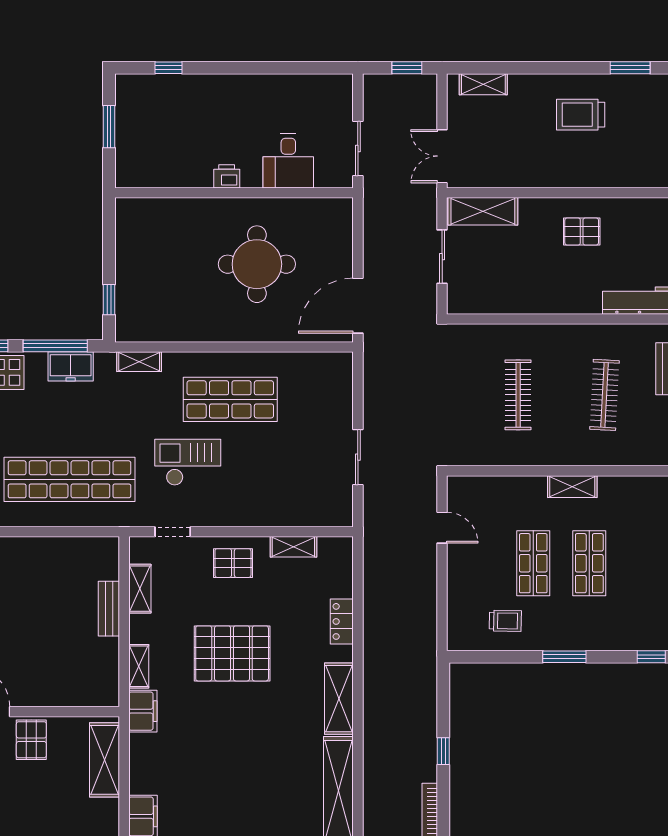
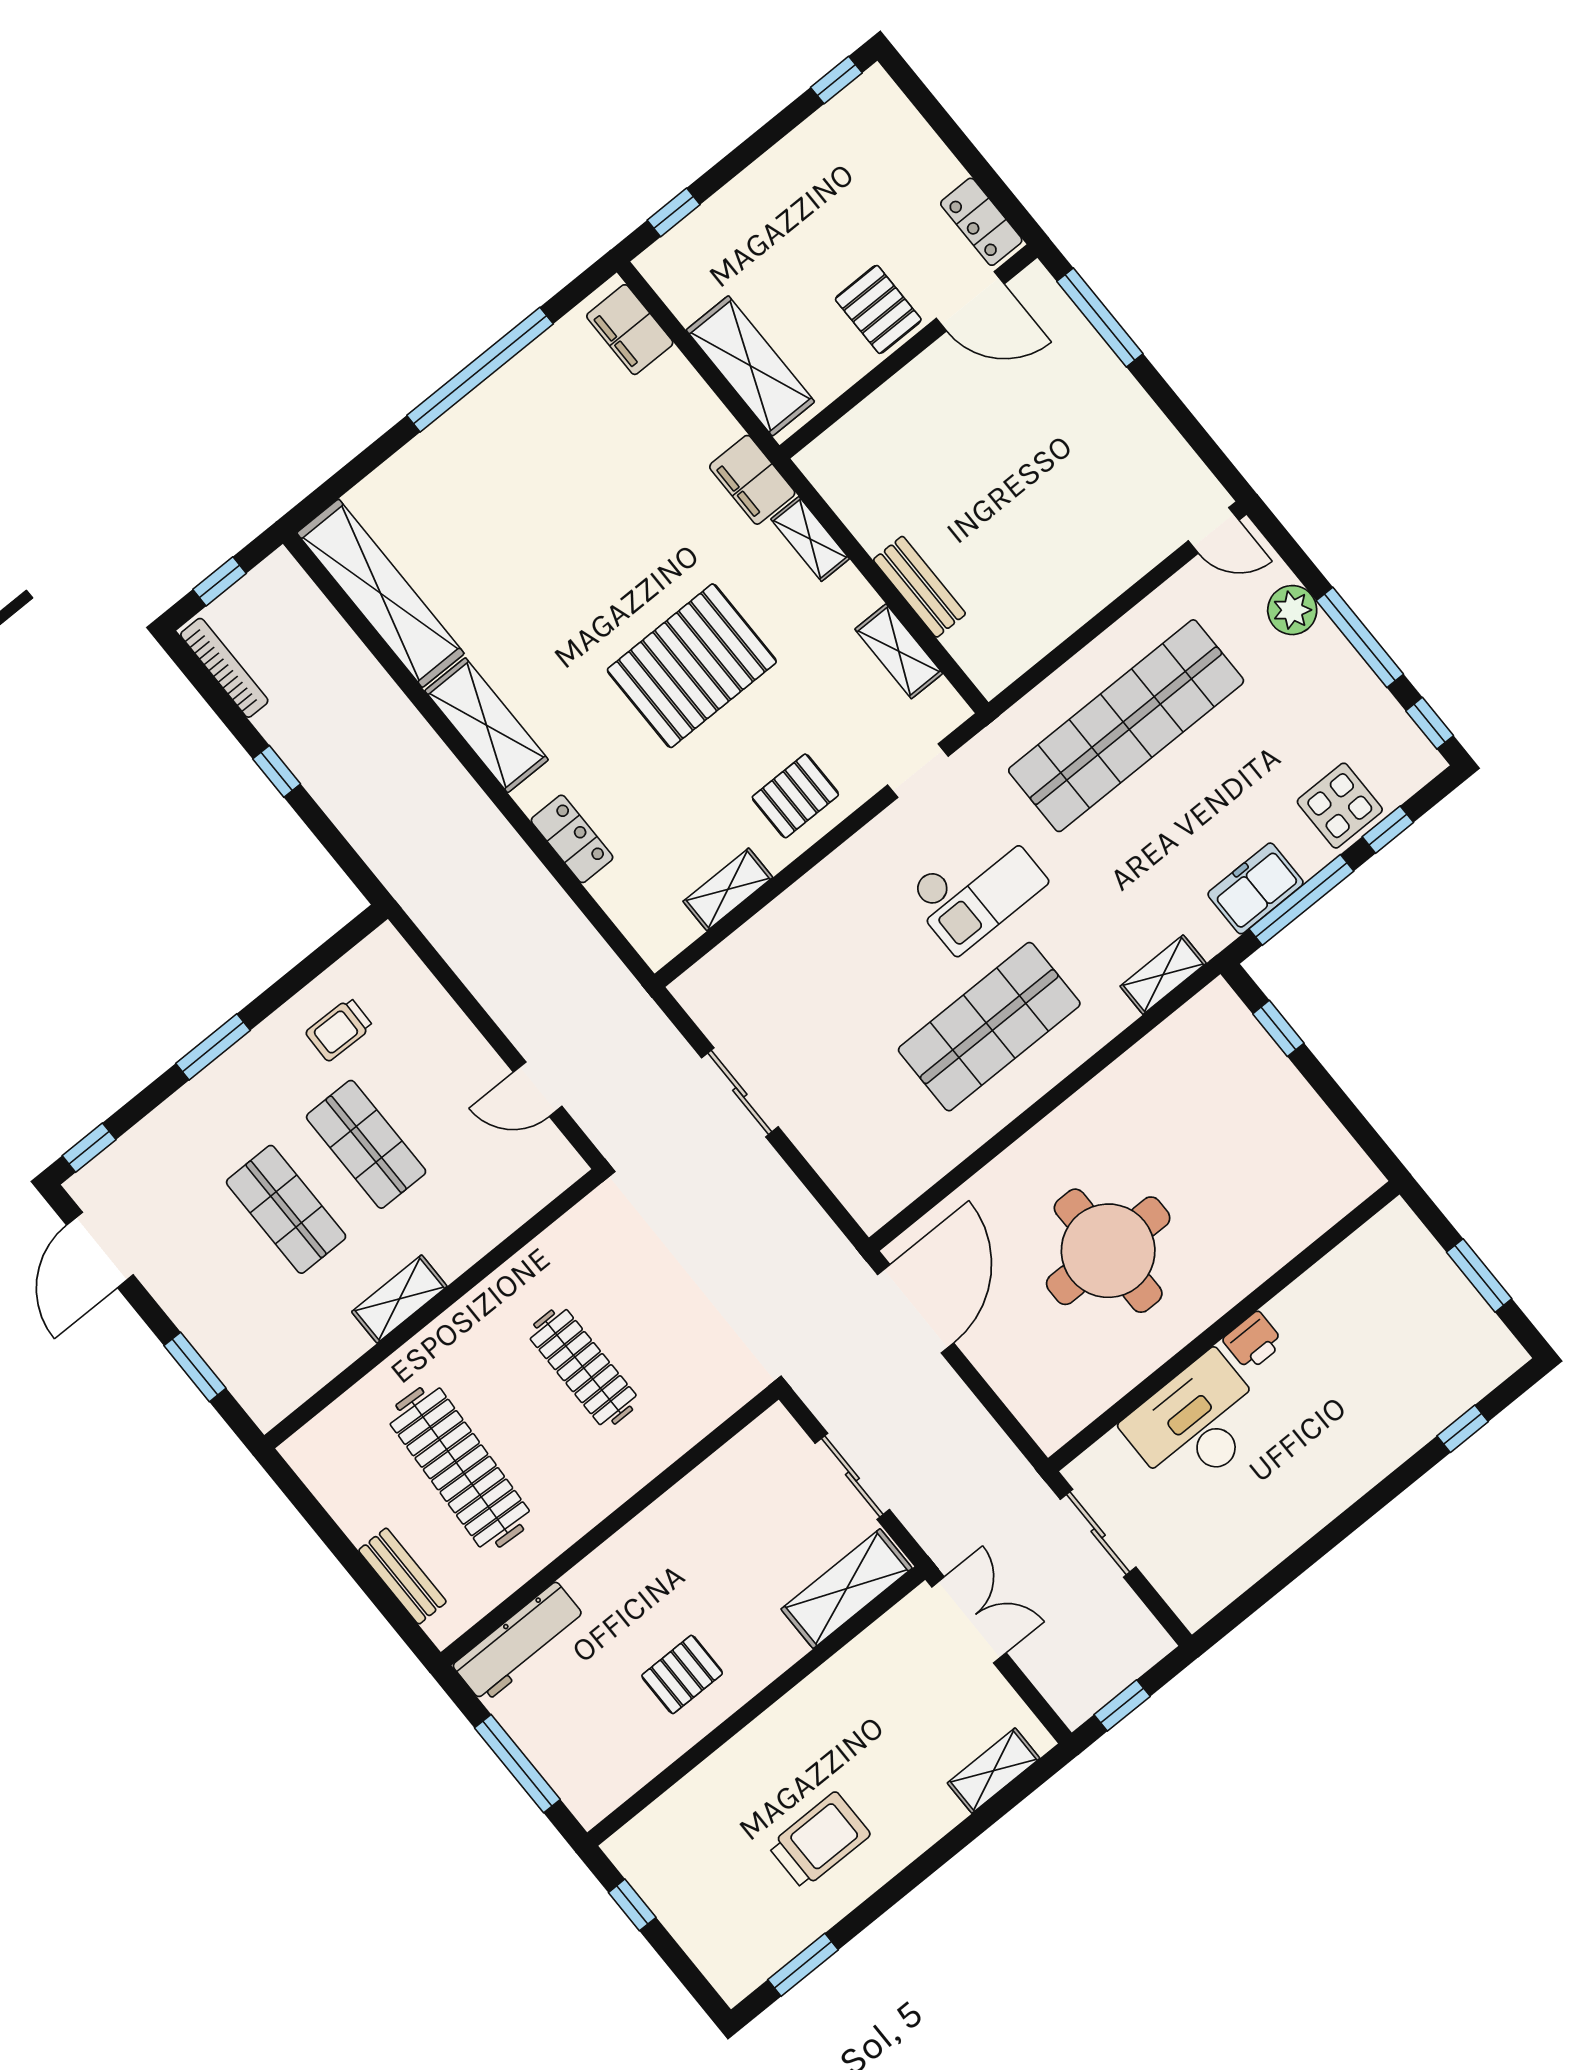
desk: (288, 161) -> (1197, 1424), width x1.37
clothes rail: (604, 395) -> (460, 1467), width x1.37, depth x1.31

